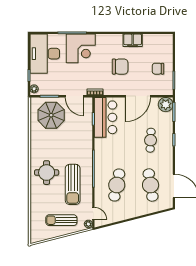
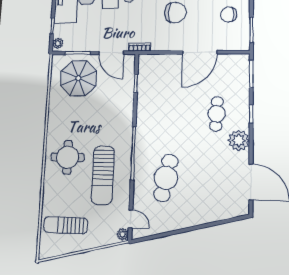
plant: (166, 105) -> (239, 140), moved
bar counter: (105, 117) -> (153, 81), removed
cafe table: (151, 185) -> (216, 179), removed
sun lounger: (61, 220) -> (66, 225), moved

